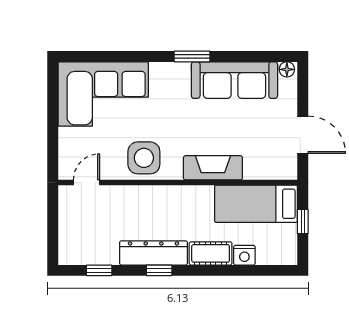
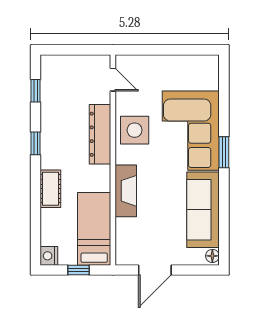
window: (192, 56) -> (224, 152), moved
corner sofa: (103, 94) -> (191, 131), moved
dresser: (154, 253) -> (100, 134), moved, turned 180
nightstand: (244, 255) -> (49, 256), moved

